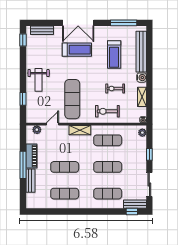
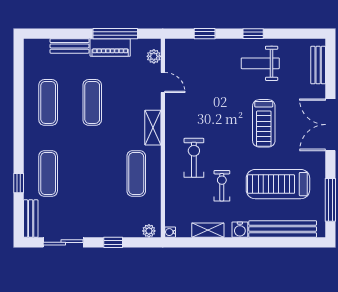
window: (23, 40) -> (253, 34), moved
treadmill: (77, 50) -> (264, 123), moved
treadmill: (114, 54) -> (278, 184), width x1.37, depth x1.38
weight bench: (39, 80) -> (260, 63), moved
exercise mat: (72, 99) -> (204, 115), removed
exercise bike: (107, 111) -> (194, 158), moved
window: (23, 165) -> (115, 34), moved
exercise mat: (108, 167) -> (92, 174), removed
window: (132, 212) -> (19, 183), moved

